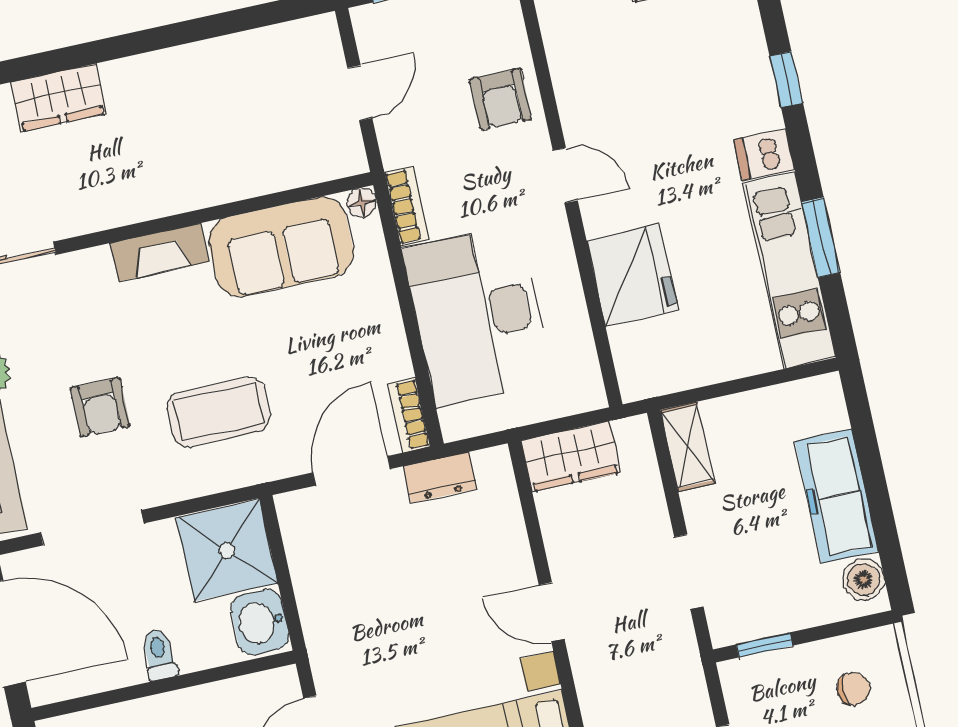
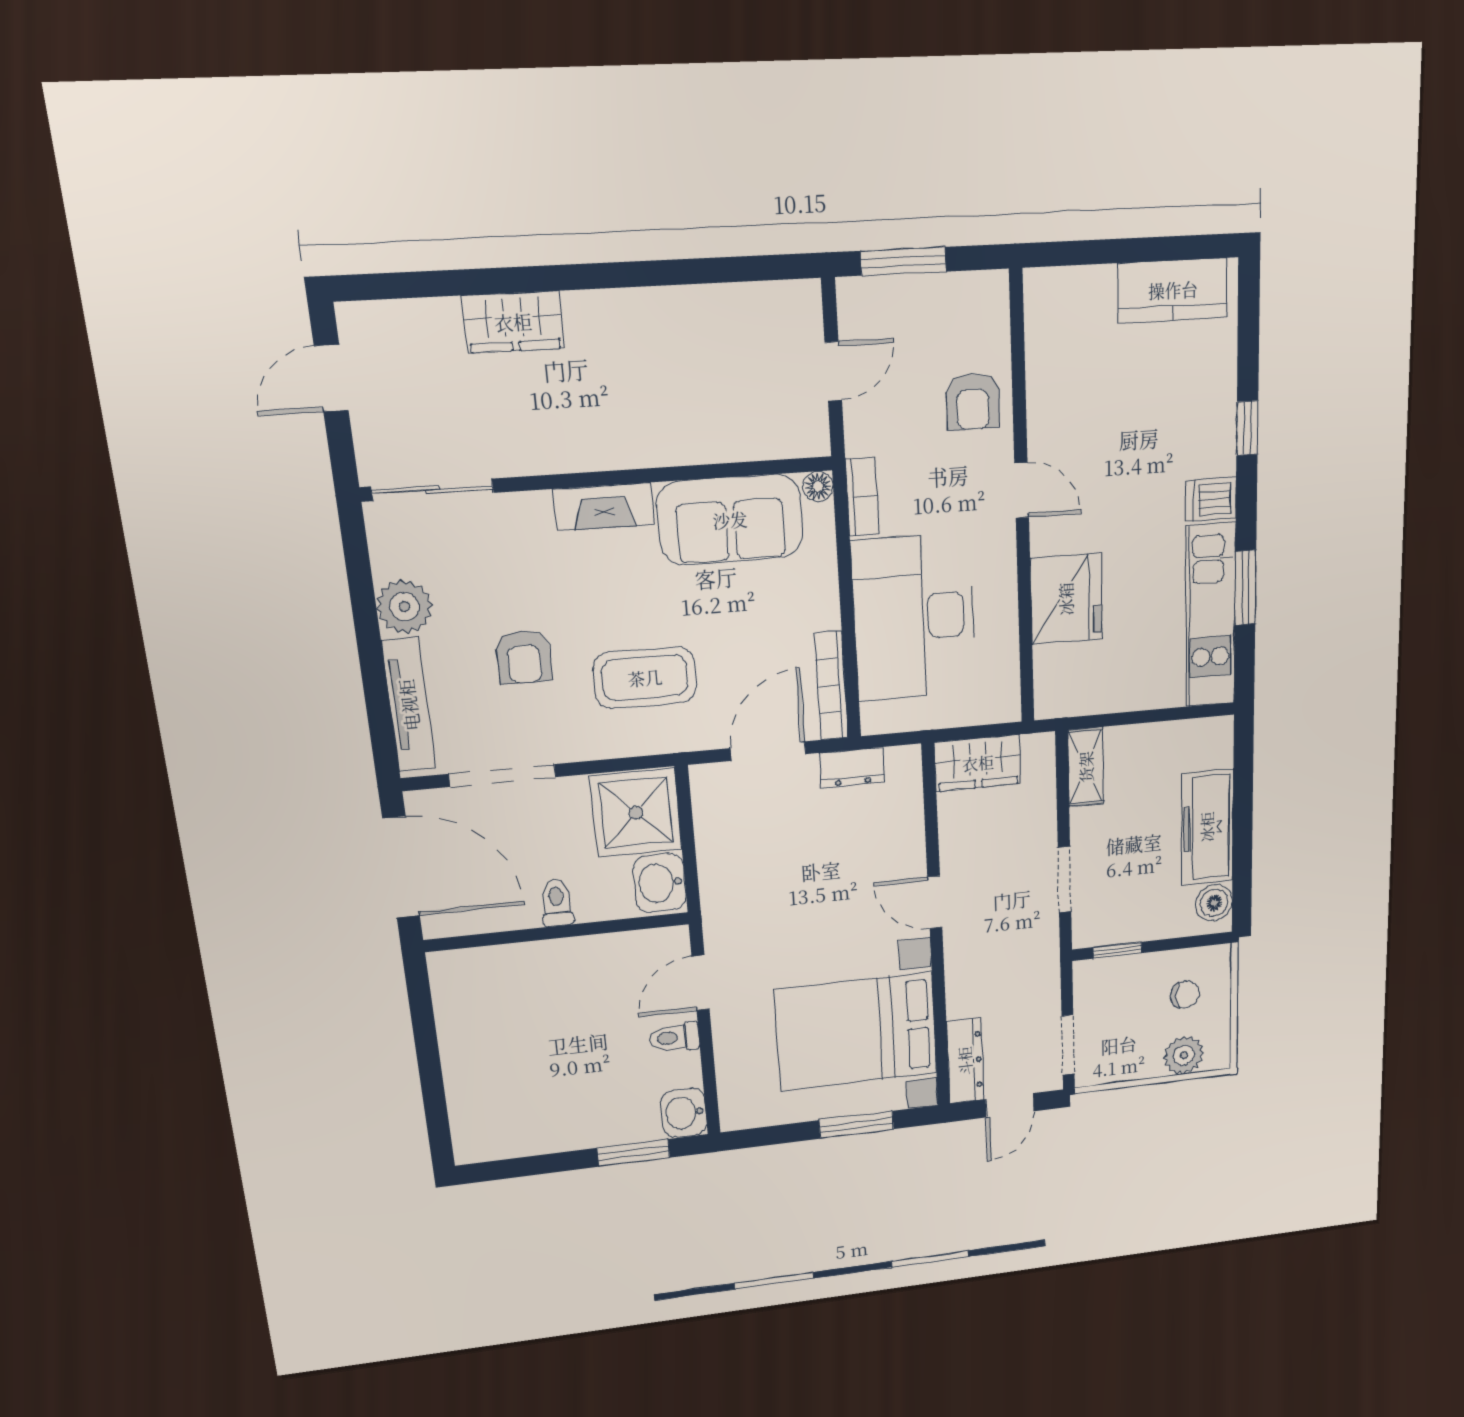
bookcase: (409, 415) -> (831, 686), width x1.56

